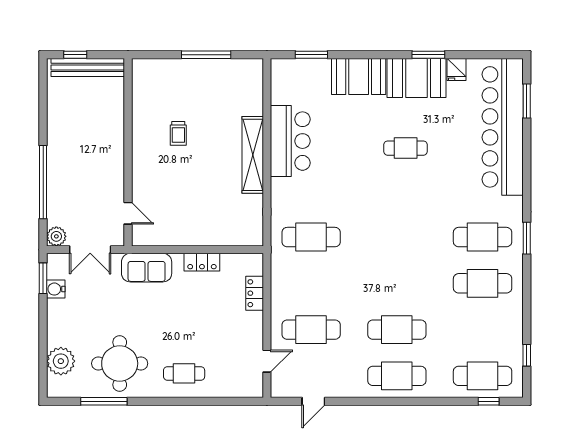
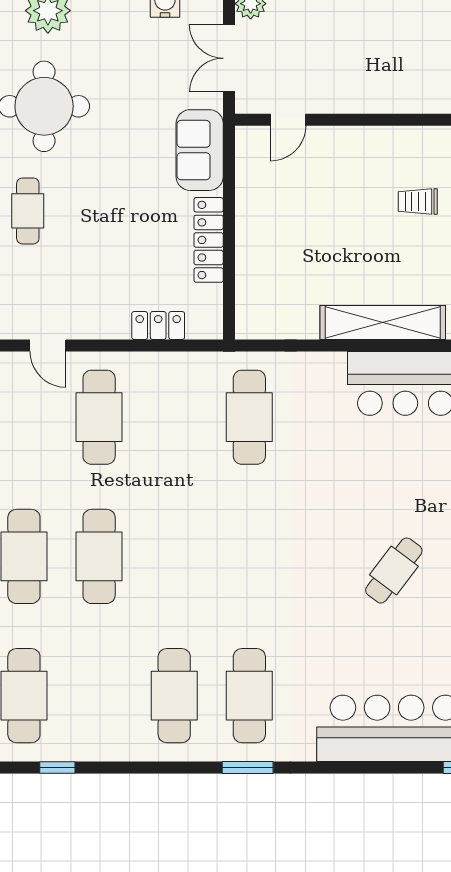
cafe table: (406, 148) -> (394, 571), turned 37
locker: (202, 262) -> (209, 240), width x1.53

